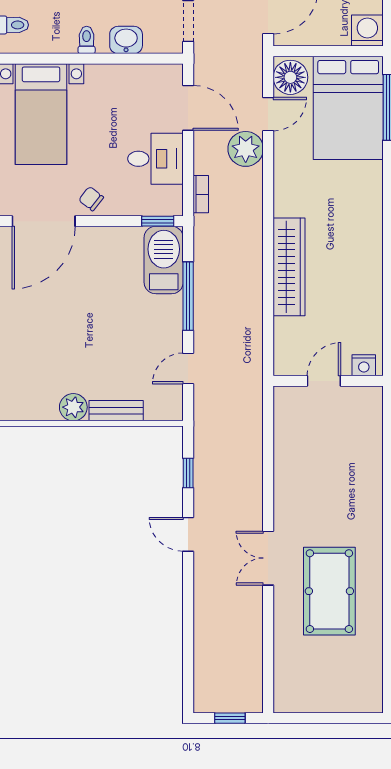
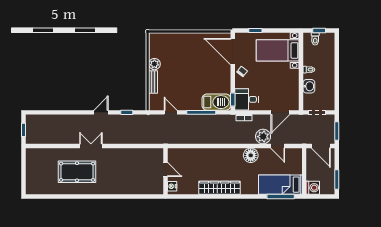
floor lamp: (290, 77) -> (251, 155), moved
bed: (348, 108) -> (280, 185), width x0.67
desk: (155, 159) -> (246, 99), moved, turned 90
wardrobe: (289, 267) -> (219, 188), moved, turned 180

